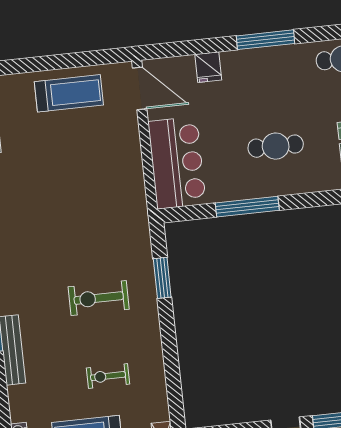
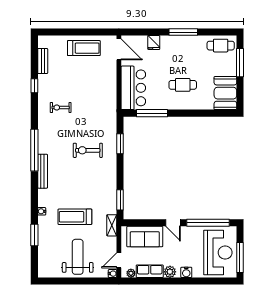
window: (247, 207) -> (152, 113), moved
exercise bike: (108, 376) -> (61, 108), moved
window: (174, 391) -> (120, 200), added

